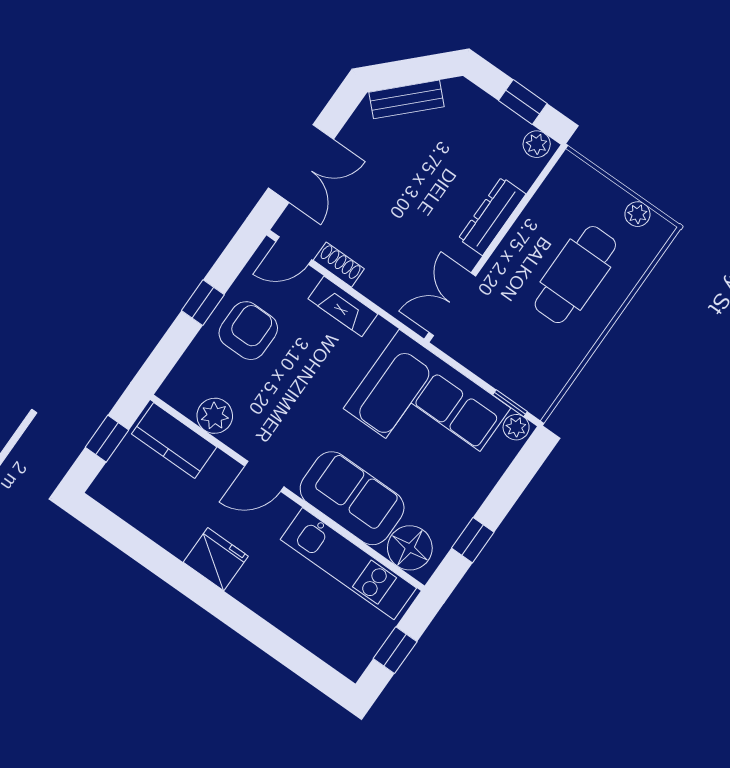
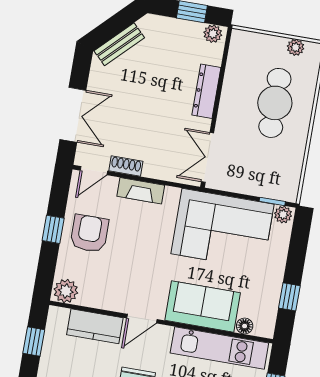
plant: (215, 416) -> (66, 291), moved
kitchen counter: (174, 440) -> (95, 326), moved
floor lamp: (410, 548) -> (245, 326), width x0.53, depth x0.53

